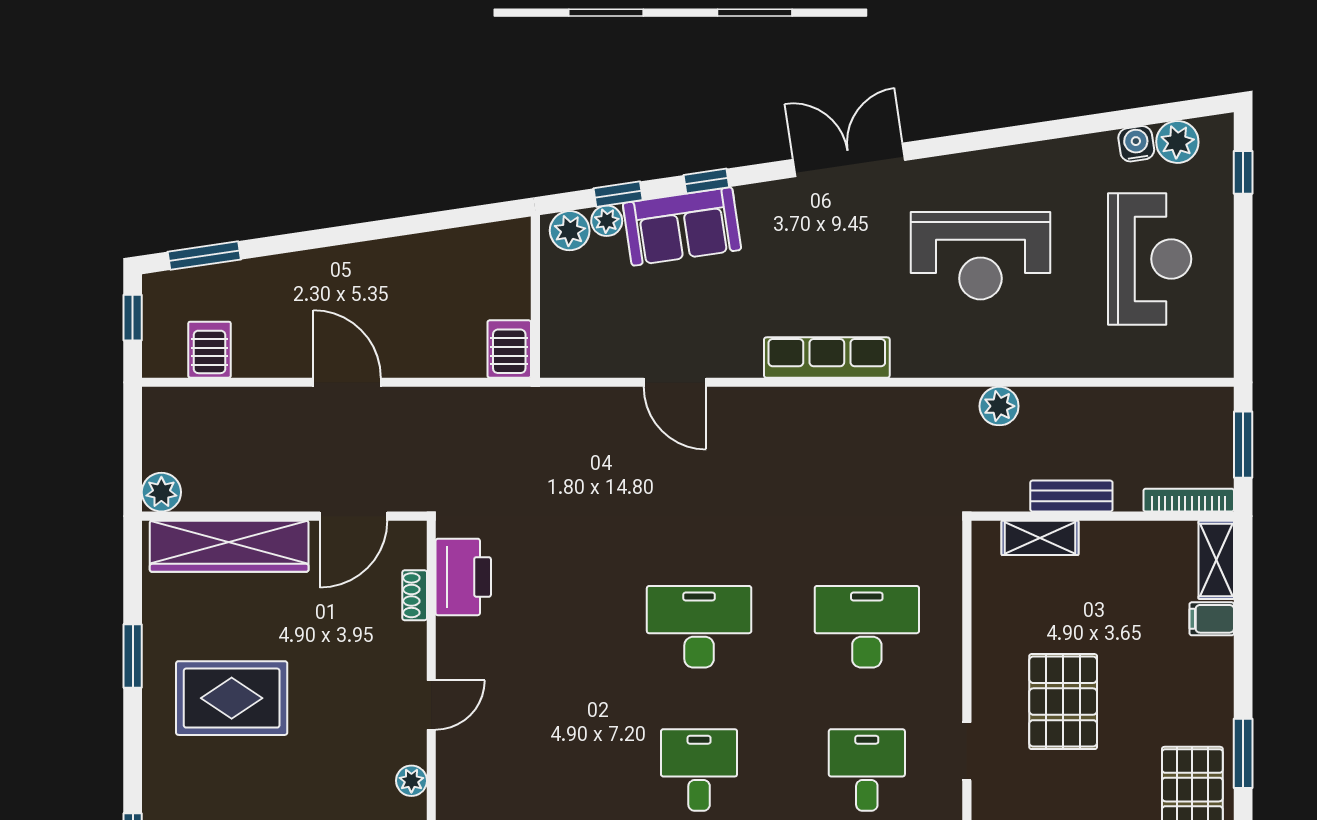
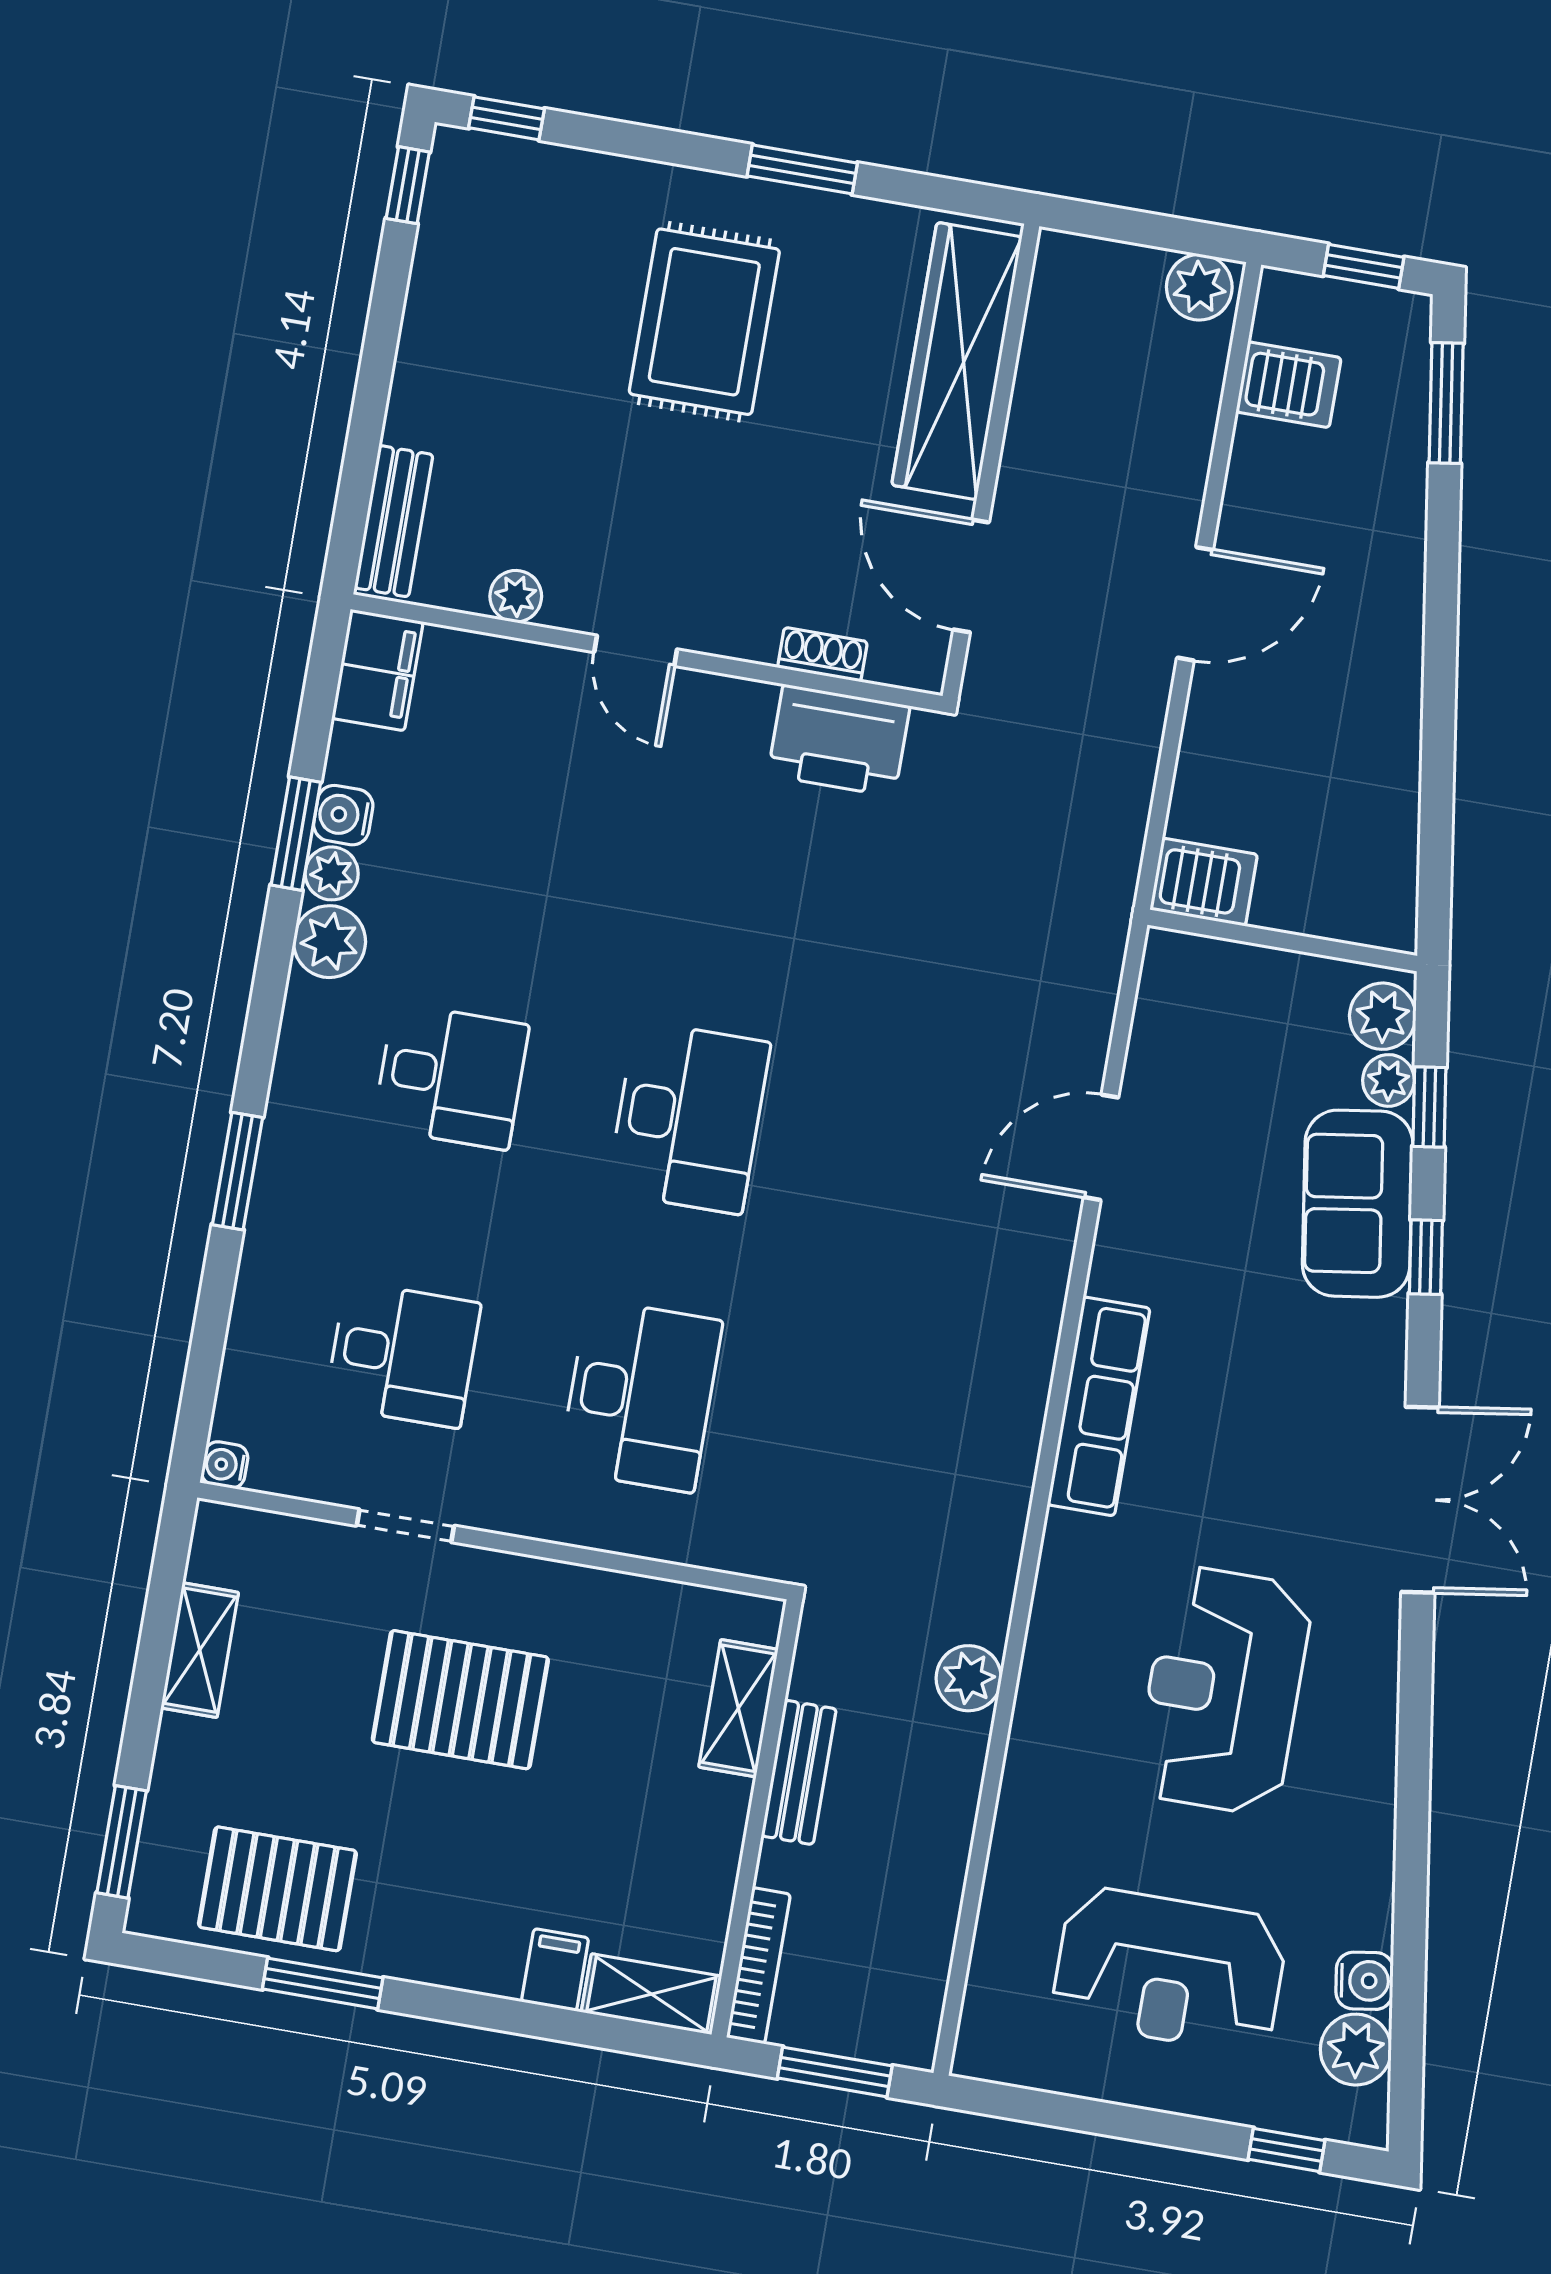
plant: (161, 492) -> (1199, 287), moved

